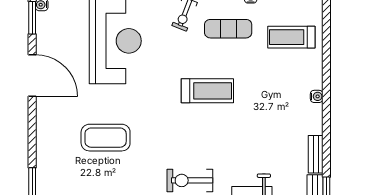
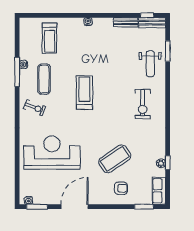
coffee table: (106, 138) -> (115, 159), turned 56
armchair: (60, 147) -> (121, 188), added

